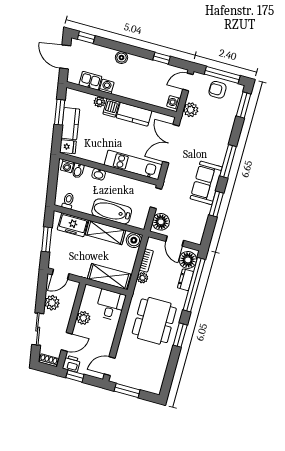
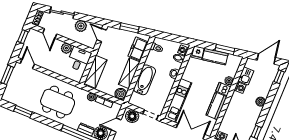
desk: (111, 305) -> (79, 59), moved, turned -90
window: (180, 335) -> (23, 112), moved
printer: (71, 364) -> (33, 35), removed

